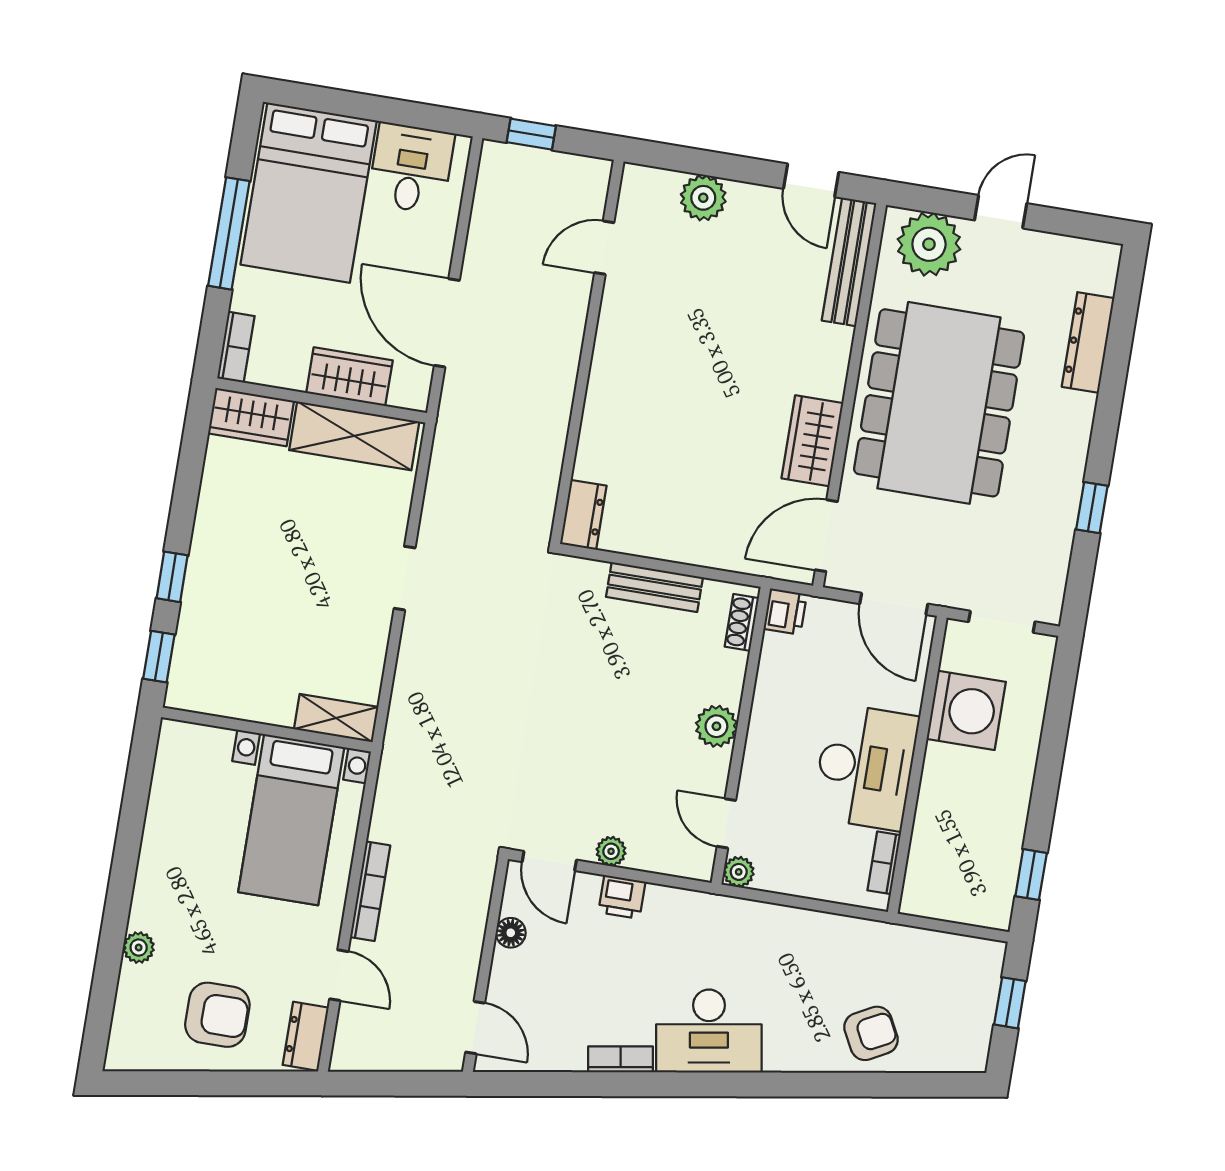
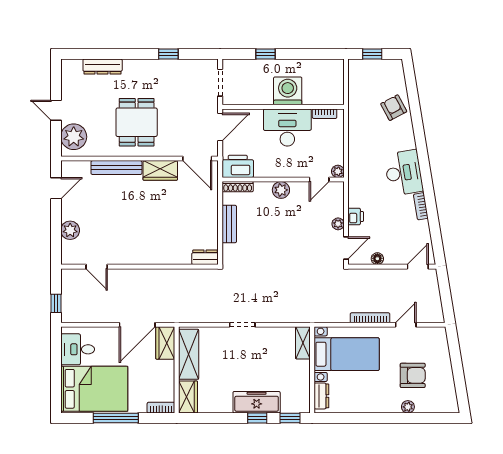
bench: (849, 262) -> (116, 168), moved
wardrobe: (349, 377) -> (165, 343), moved
dining table: (939, 403) -> (137, 122), width x0.53, depth x0.80
freezer: (211, 582) -> (257, 402), added
printer: (785, 612) -> (238, 166), width x1.87, depth x1.48
shoe rack: (742, 622) -> (238, 187), width x1.43
washing machine: (966, 710) -> (288, 91), moved
window: (1031, 875) -> (266, 54), moved
armchair: (217, 1015) -> (413, 375), moved, turned 90
dresser: (306, 1036) -> (321, 396), moved, turned -90

